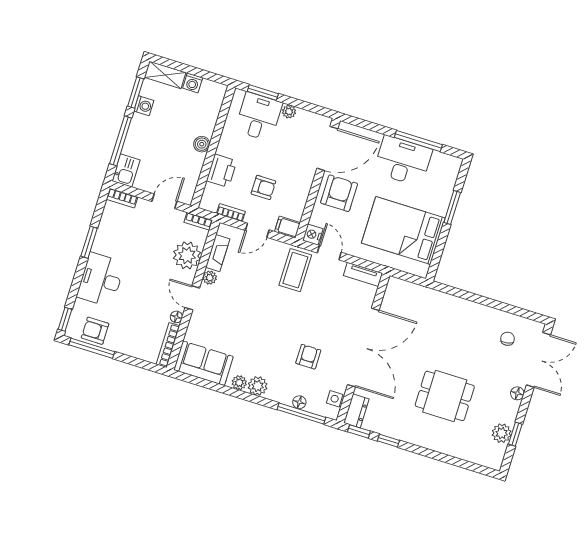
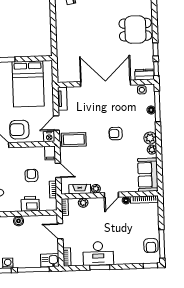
plant: (187, 255) -> (83, 203), width x0.53, depth x0.53
desk: (101, 280) -> (98, 253), moved
armchair: (308, 357) -> (116, 134), moved
dining table: (445, 396) -> (135, 30), moved, turned 90

